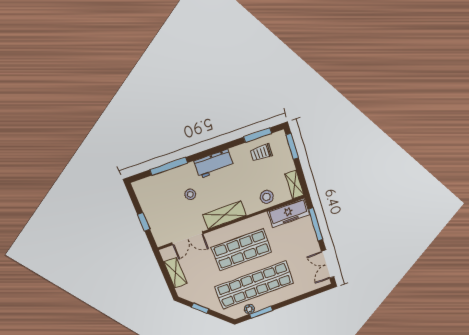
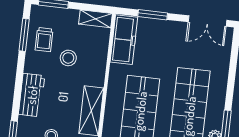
stool: (267, 197) -> (68, 58), moved
window: (316, 224) -> (153, 15), width x0.69

